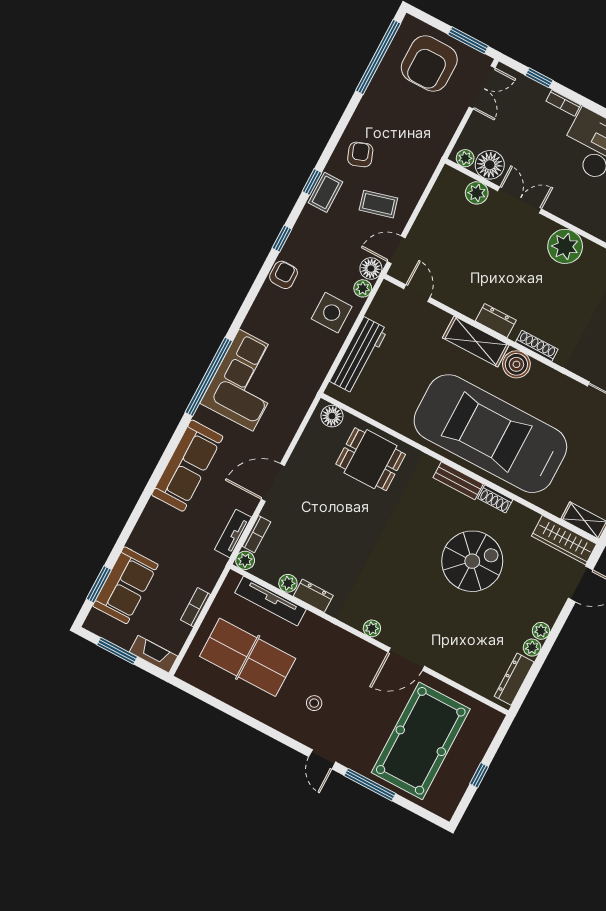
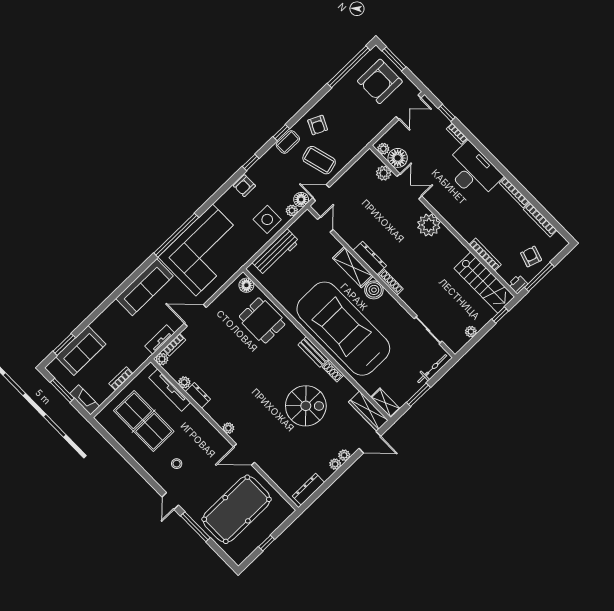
window: (468, 40) -> (394, 59), moved
armchair: (360, 154) -> (318, 125), turned 135
coffee table: (378, 204) -> (319, 160), width x1.36, depth x1.30
armchair: (284, 275) -> (244, 186), turned 180
dresser: (496, 321) -> (370, 258), width x1.44
corner sofa: (246, 380) -> (204, 250), width x1.36, depth x1.36
plant: (532, 648) -> (344, 455), moved

